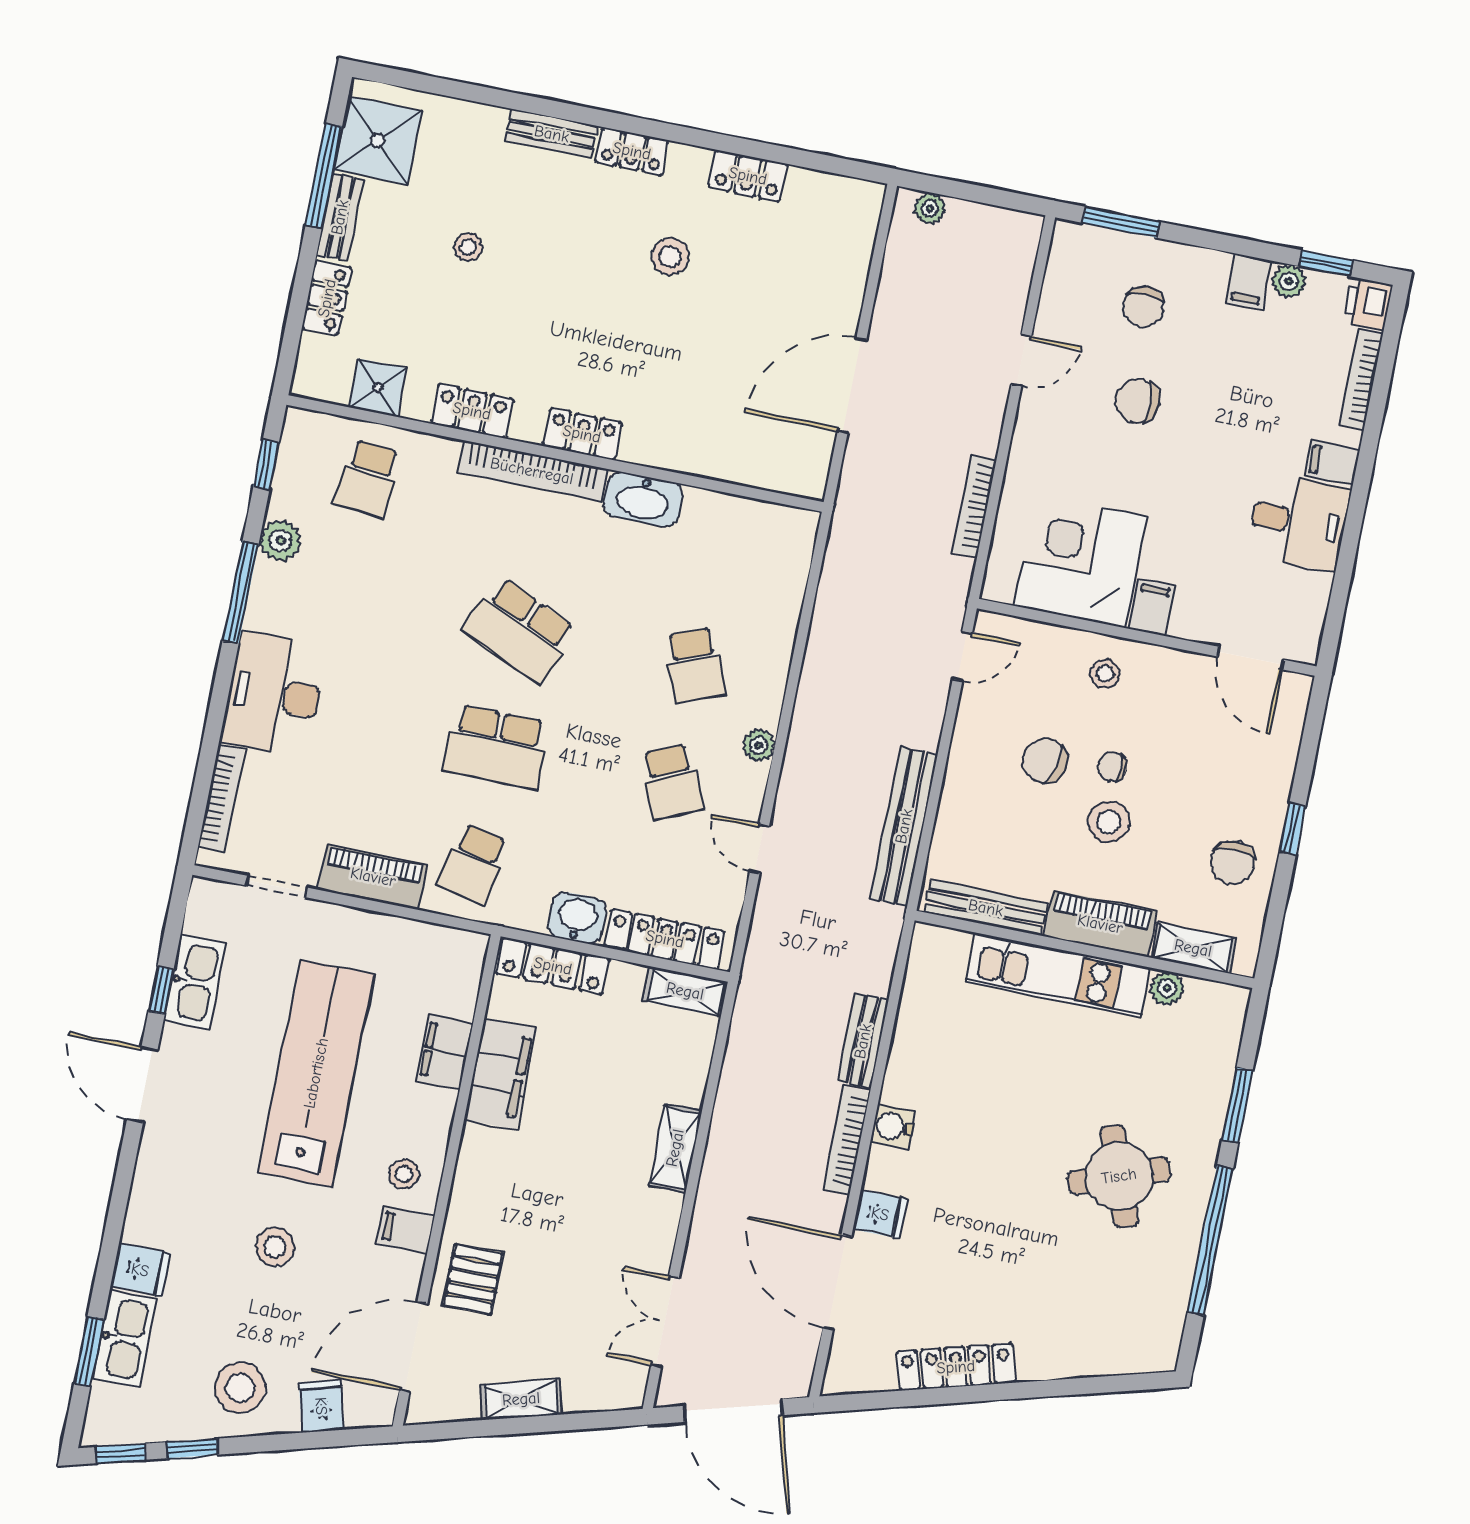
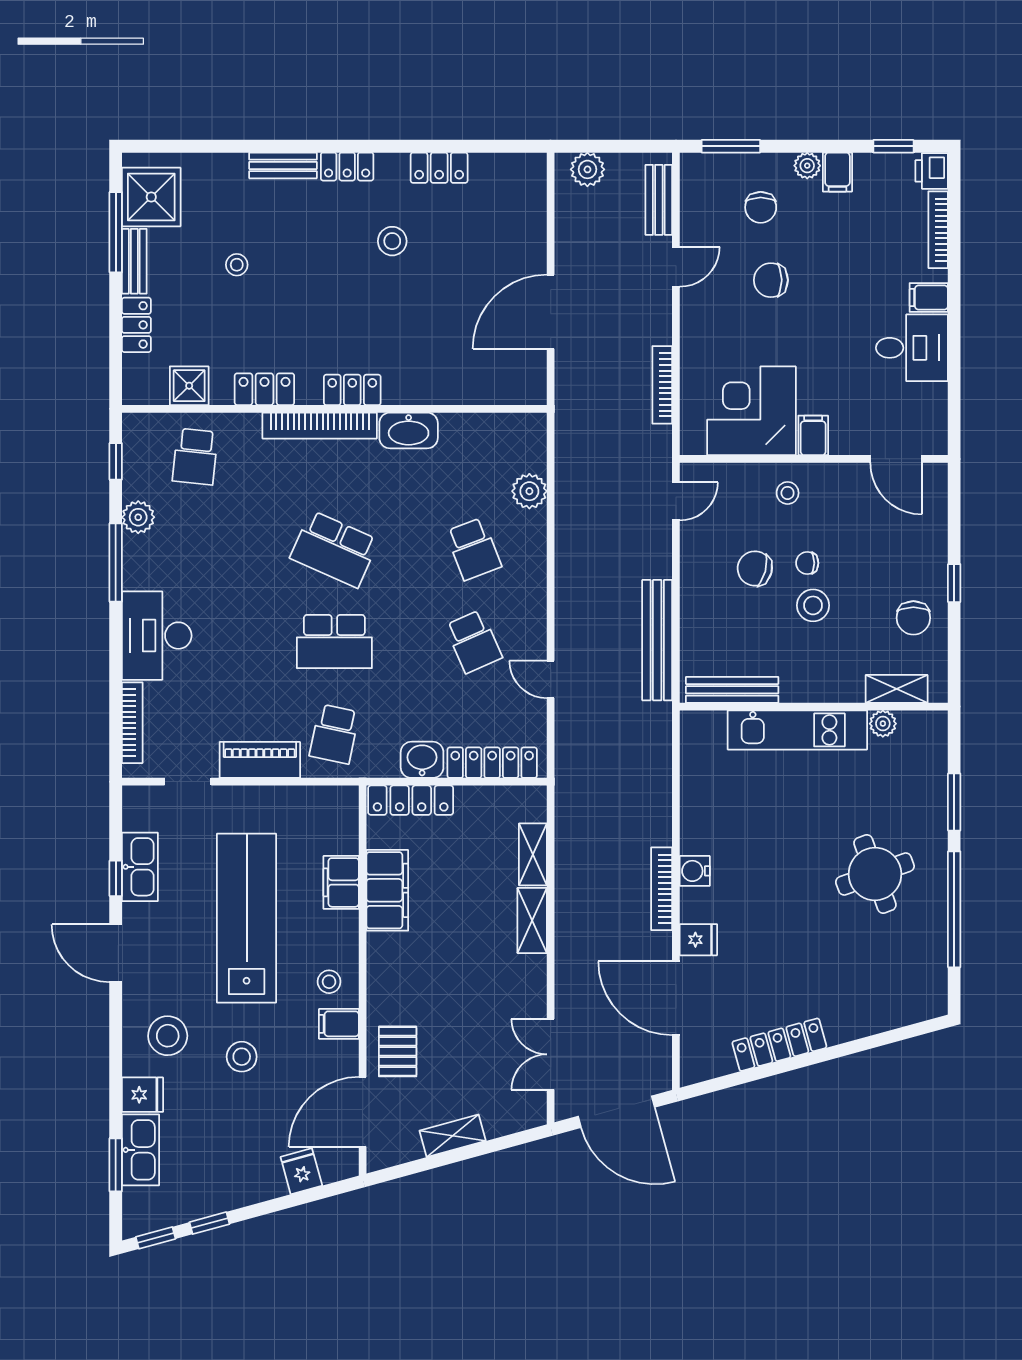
plant: (930, 208) -> (587, 169), width x1.38, depth x1.38
plant: (1289, 281) -> (807, 166), moved
plant: (759, 745) -> (529, 491), moved, width x1.38, depth x1.38
piano: (1100, 924) -> (822, 684), removed
shelving: (685, 991) -> (533, 854), moved, turned 90
bench: (863, 1041) -> (659, 200), moved
stool: (240, 1388) -> (168, 1036), moved

